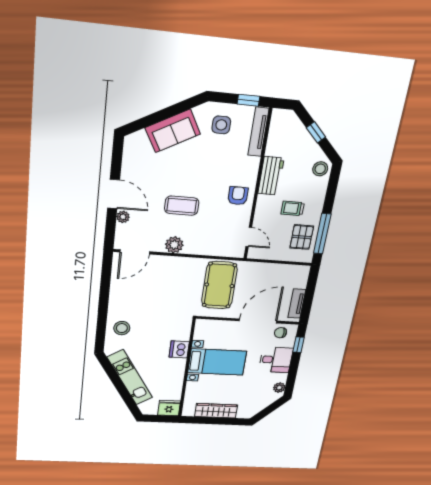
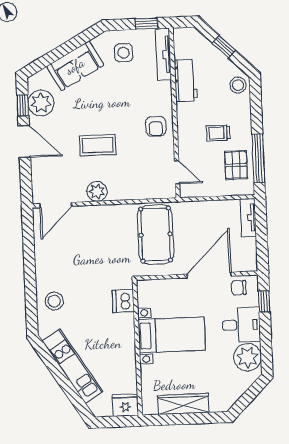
window: (117, 161) -> (23, 105), added
workbench: (271, 176) -> (186, 80), moved
armchair: (238, 196) -> (156, 126), turned 180
plant: (123, 217) -> (41, 103), moved, width x1.88, depth x1.88
tv unit: (297, 304) -> (248, 218), moved
dishwasher: (179, 349) -> (123, 301), moved
plant: (279, 388) -> (247, 357), width x1.87, depth x1.87

